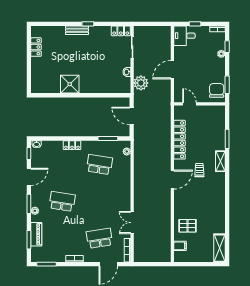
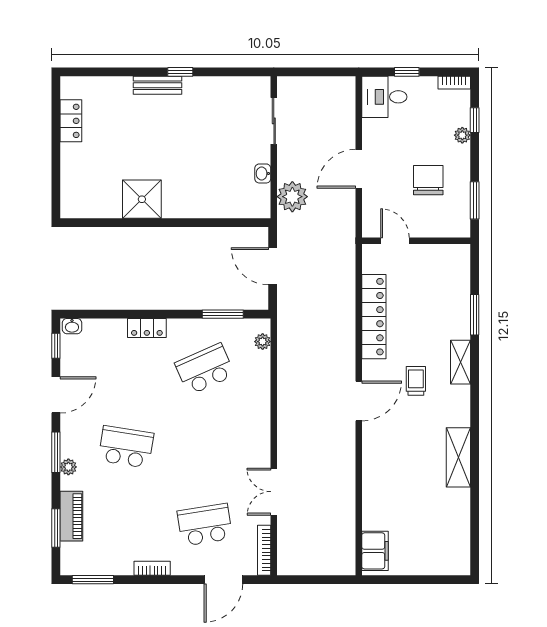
locker: (121, 31) -> (250, 87), removed
chair: (217, 90) -> (428, 180), moved
school desk: (99, 165) -> (205, 369), turned -33
pallet: (188, 226) -> (391, 499), removed
filing cabinet: (180, 246) -> (375, 551), width x2.00
shelving: (219, 248) -> (458, 457), moved

